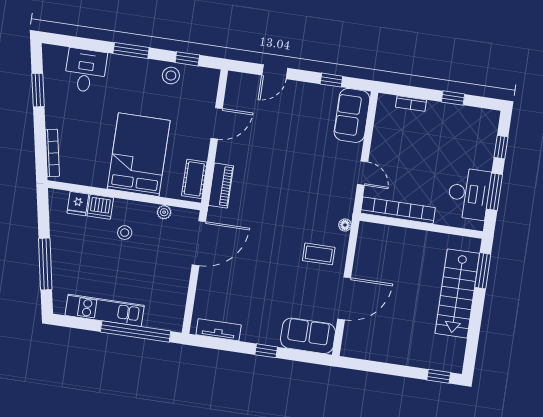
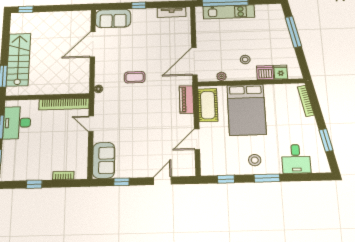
stool: (171, 76) -> (255, 160), moved
cot: (194, 179) -> (208, 105), width x1.37, depth x1.34
coffee table: (319, 254) -> (135, 77), moved
kitchen unit: (105, 310) -> (229, 12), moved

